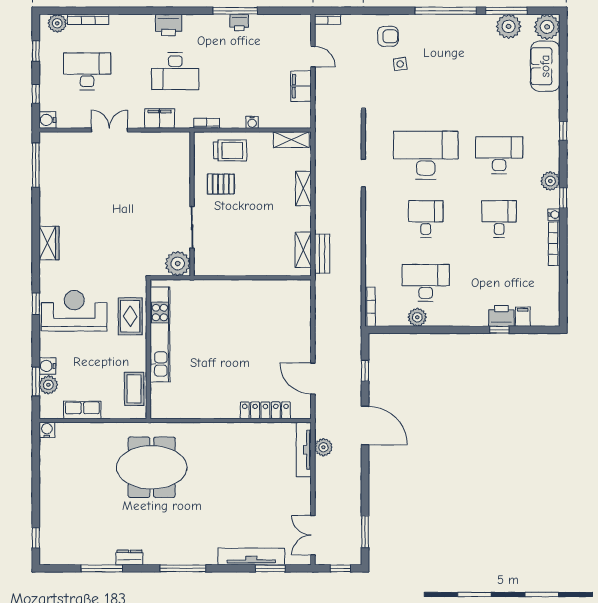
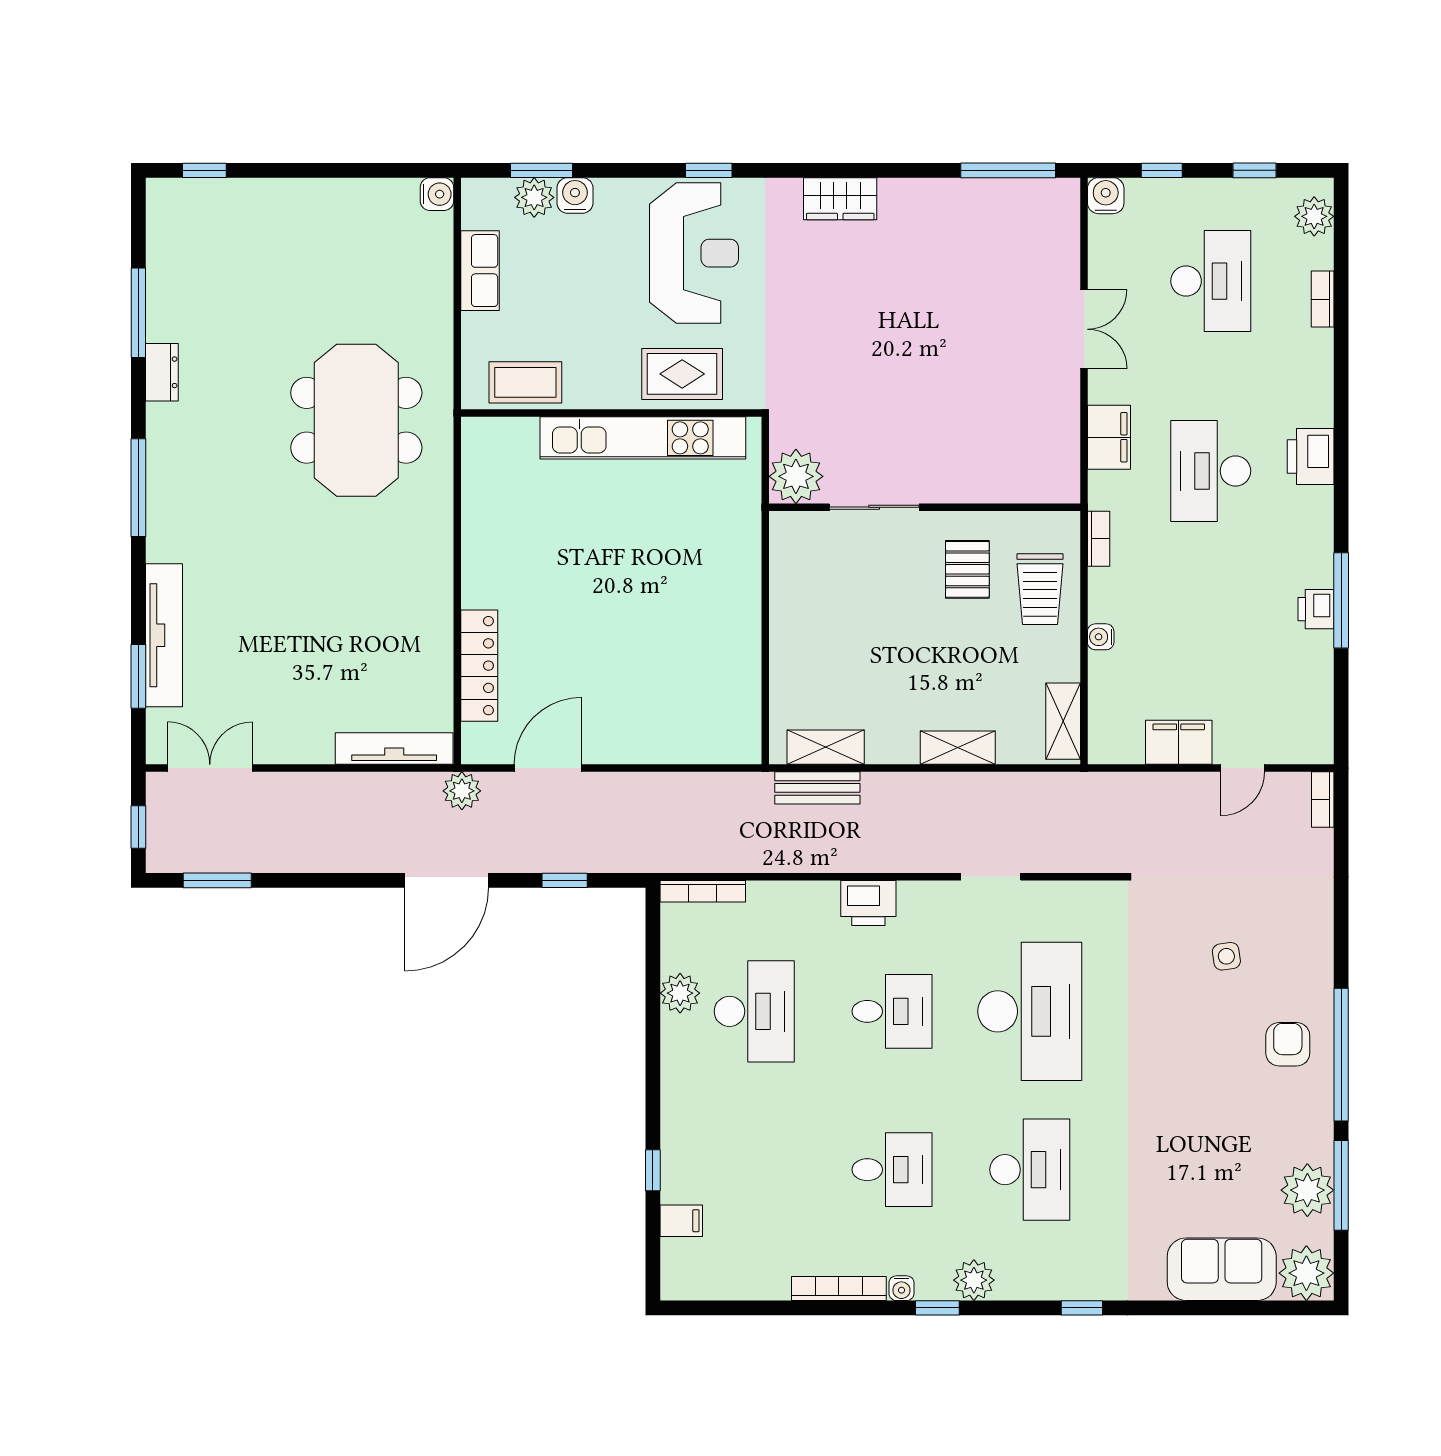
bookcase: (88, 19) -> (1323, 299), width x0.64
armchair: (388, 36) -> (1288, 1044), moved, turned 180
printer: (501, 316) -> (868, 903), moved, turned 90
plant: (323, 447) -> (462, 791), moved

